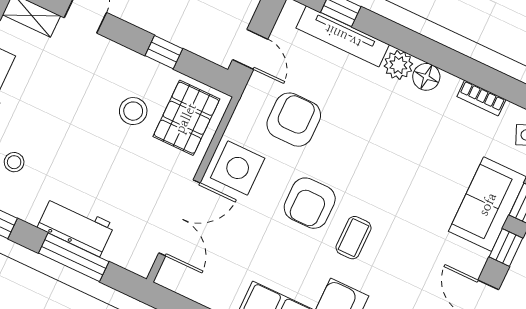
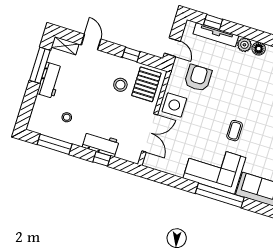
armchair: (310, 203) -> (211, 117), removed
window: (74, 257) -> (102, 159), width x0.46

